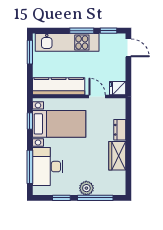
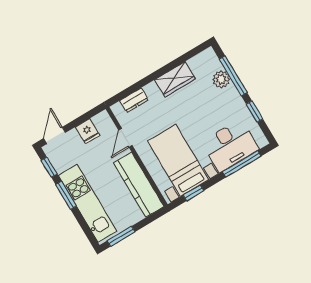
fridge: (118, 88) -> (88, 131), moved
dresser: (120, 130) -> (134, 100), moved
plant: (86, 188) -> (221, 79), moved

